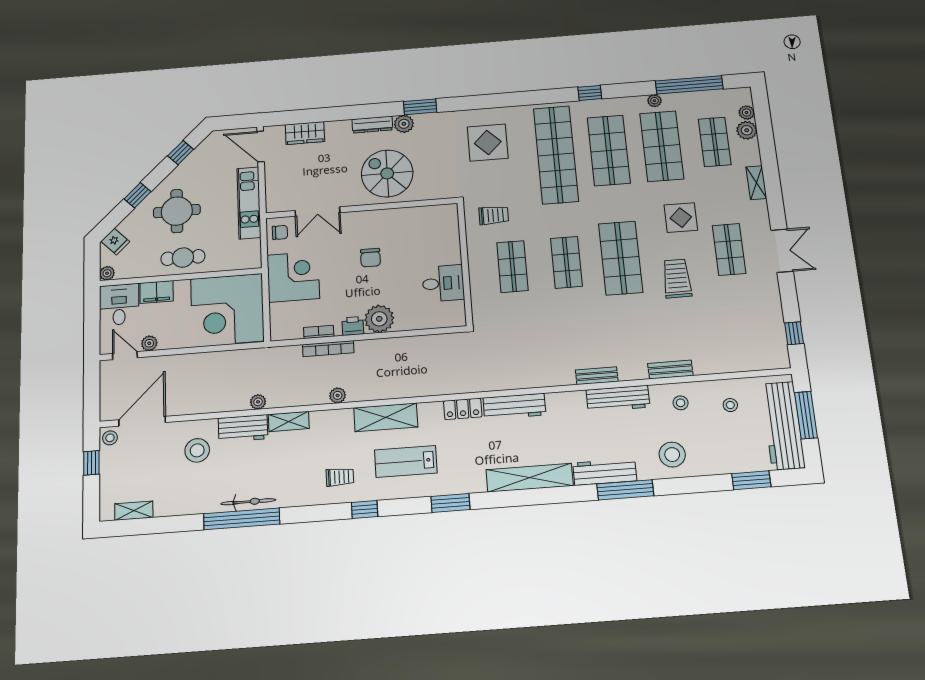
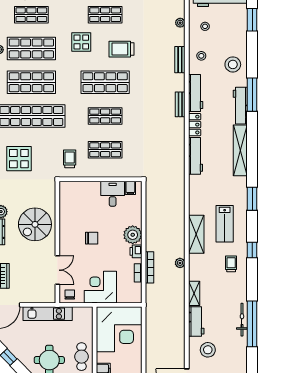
filing cabinet: (454, 309) -> (130, 188), added
plant: (258, 402) -> (180, 23), moved
locker: (463, 409) -> (195, 125), moved

